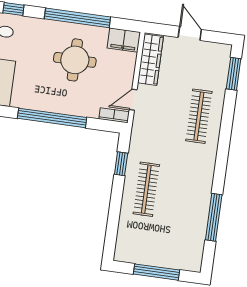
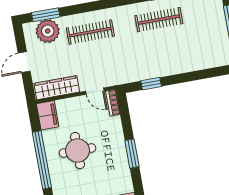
plant: (215, 70) -> (48, 31), added
window: (52, 118) -> (132, 154), width x0.47
clothes rail: (146, 189) -> (159, 20), moved

